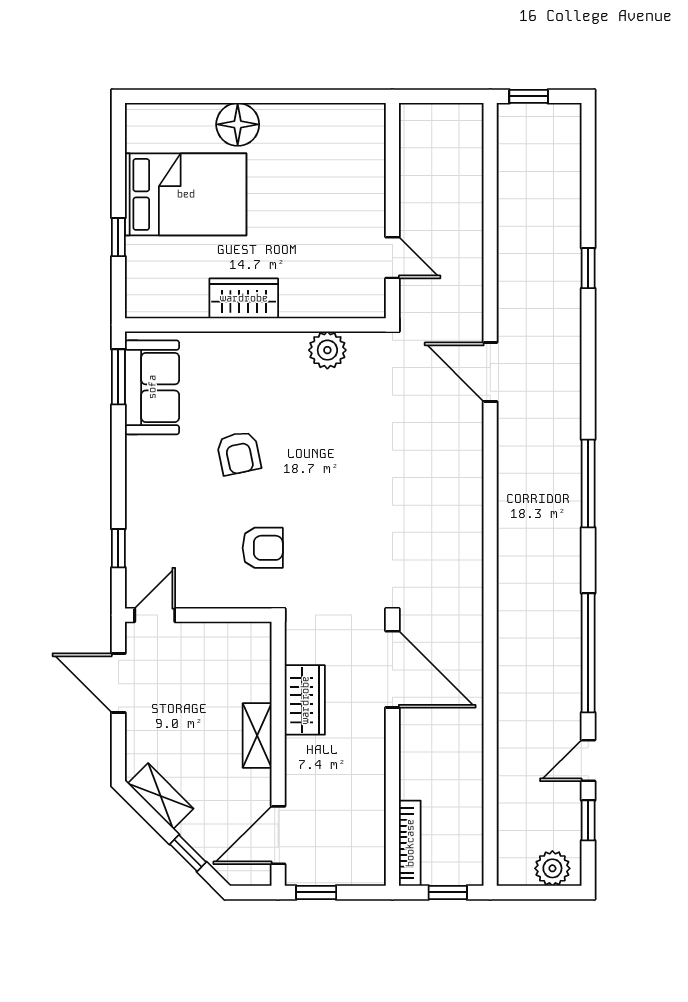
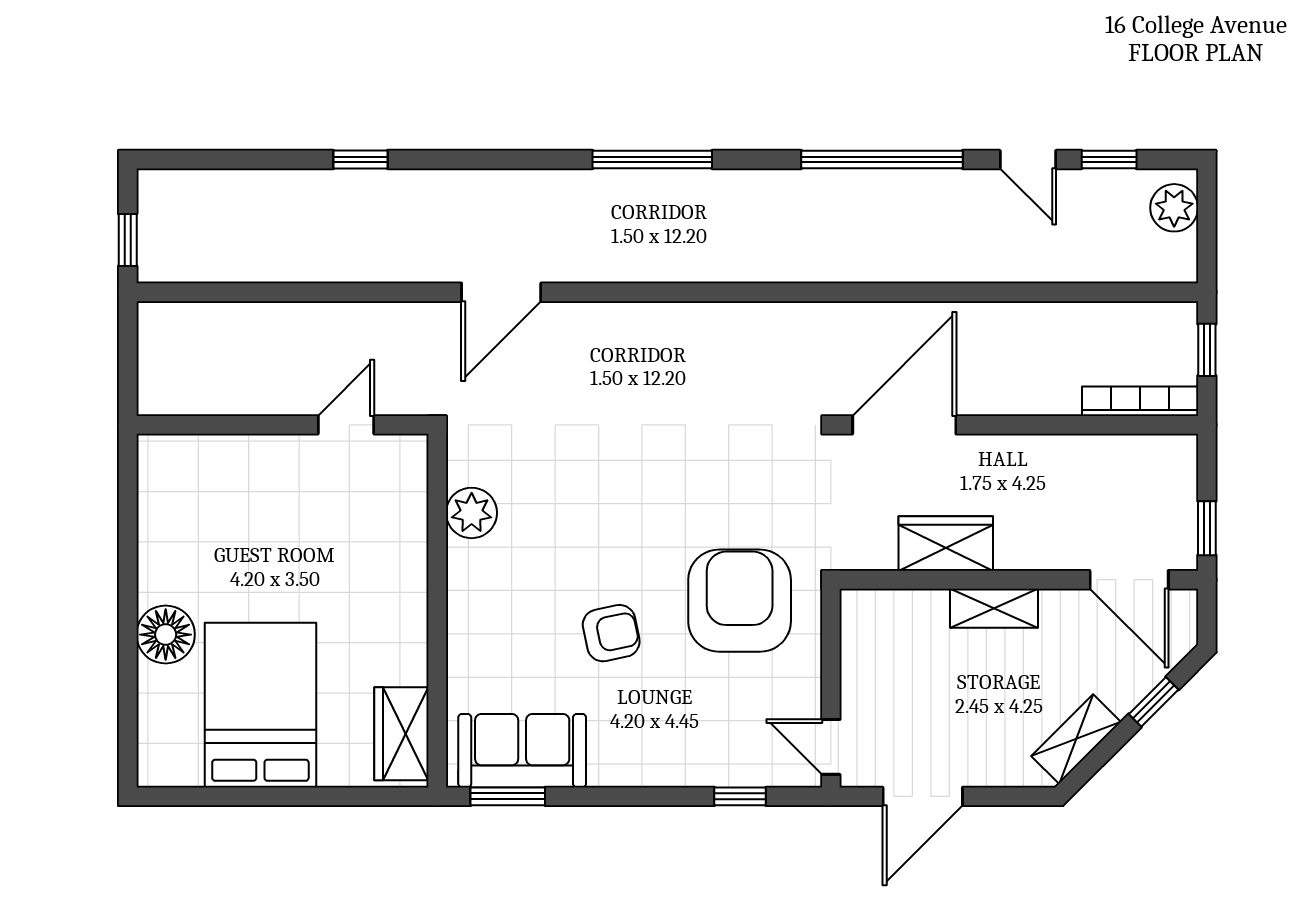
window: (118, 237) -> (318, 796), removed
wardrobe: (244, 298) -> (401, 734), moved
armchair: (263, 548) -> (740, 601), width x1.88, depth x1.88

